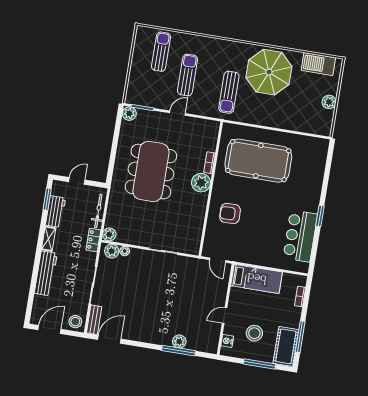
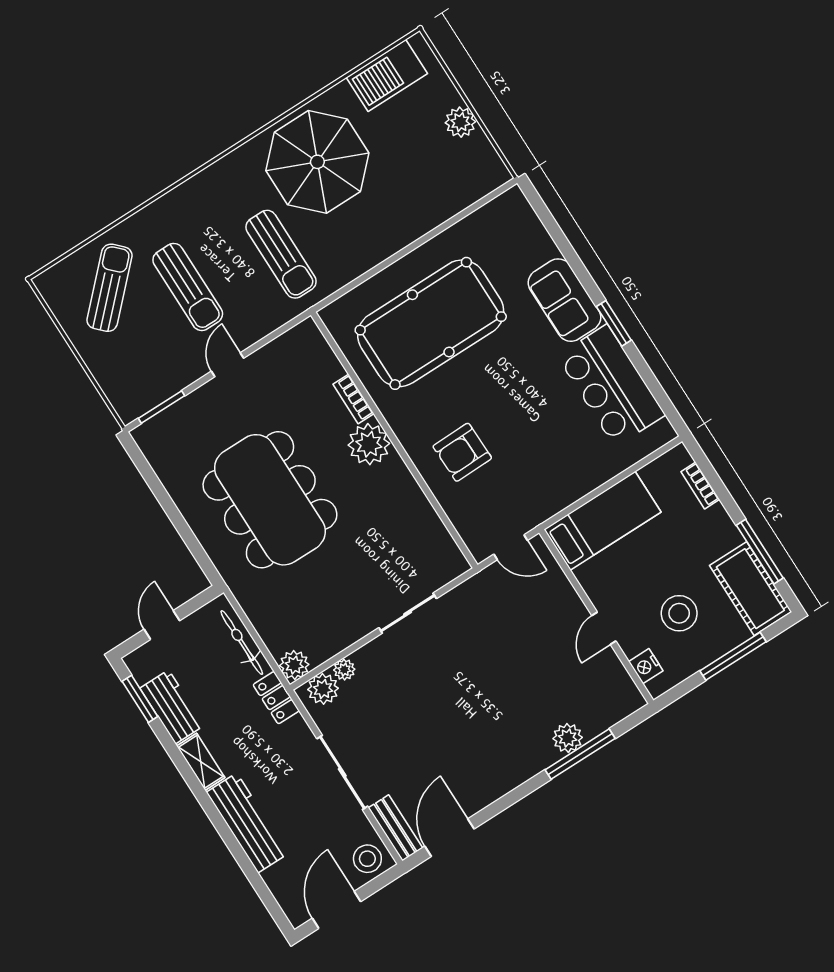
sun lounger: (161, 52) -> (109, 288), turned 45
sun lounger: (188, 75) -> (188, 287), turned 180
plant: (129, 114) -> (149, 436), removed
sofa: (310, 193) -> (565, 300), added

